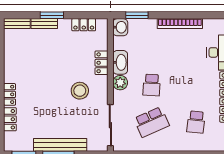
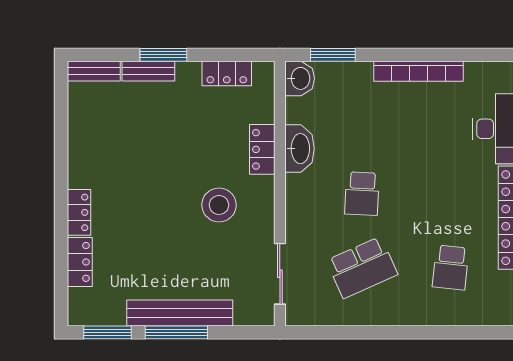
plant: (120, 83) -> (300, 189), removed
sliding door: (110, 125) -> (280, 274), width x0.73

